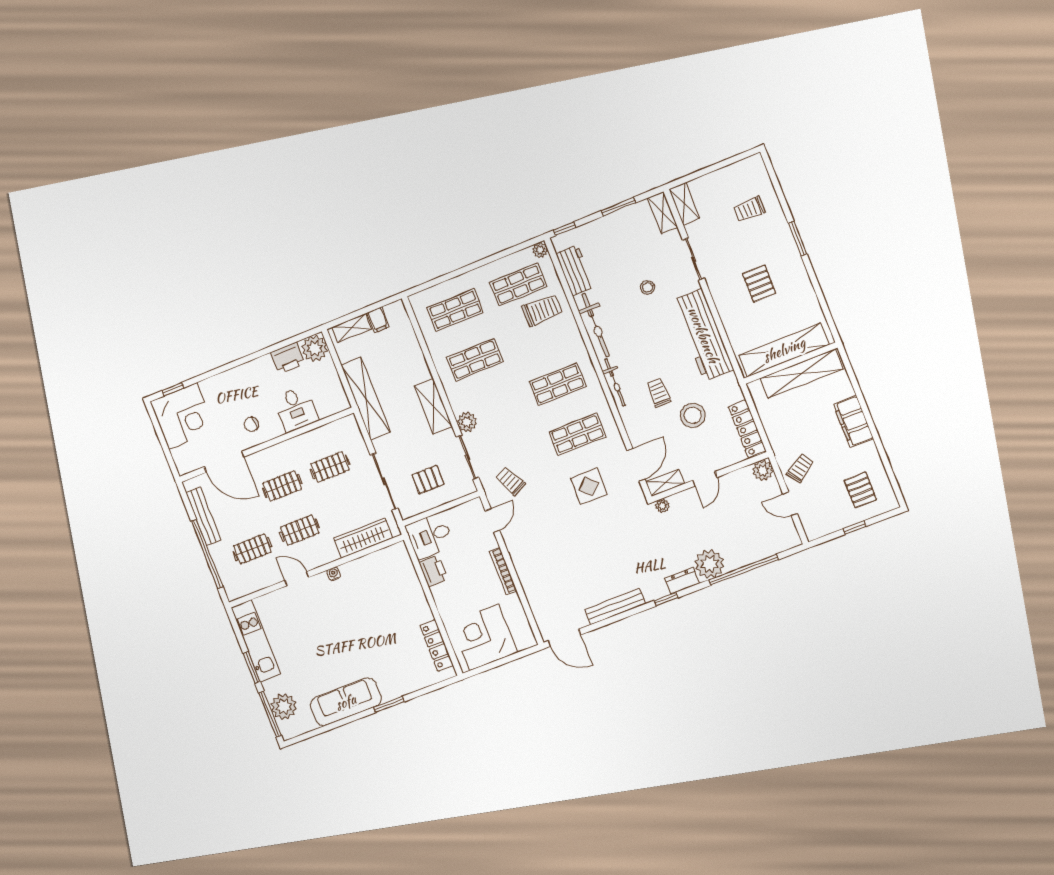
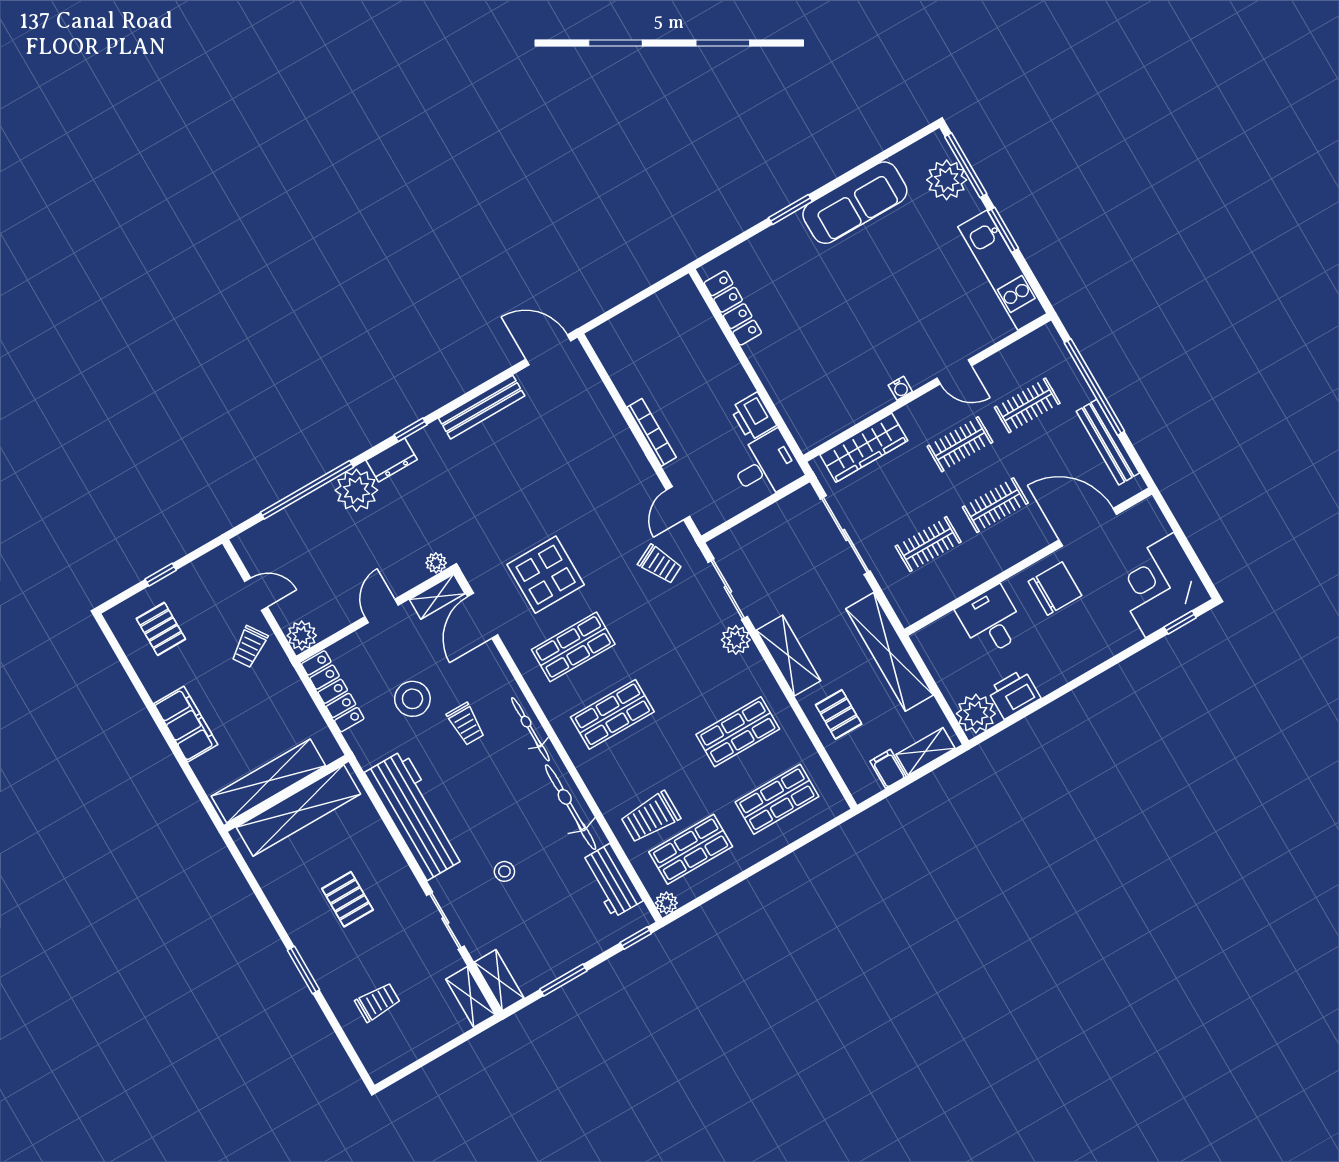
chair: (251, 424) -> (1055, 589), width x1.87, depth x1.87
pallet: (428, 480) -> (839, 714), moved, turned 90
display table: (589, 486) -> (546, 575), width x1.36, depth x1.36
corner desk: (484, 637) -> (665, 331), removed

